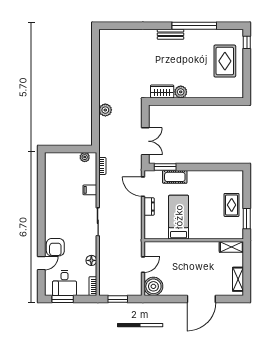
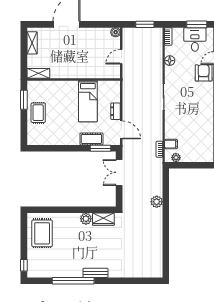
rug: (225, 61) -> (42, 233), moved
filing cabinet: (90, 190) -> (171, 144), moved
boiler: (153, 286) -> (116, 32), width x0.54, depth x0.54

